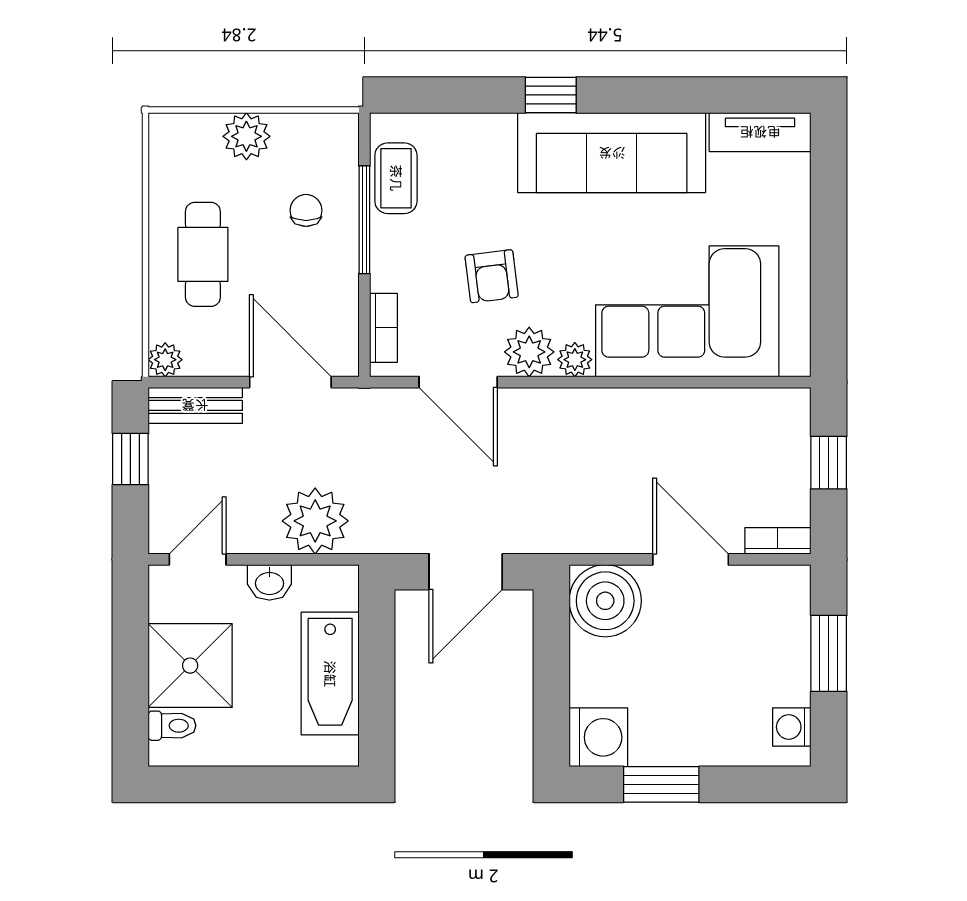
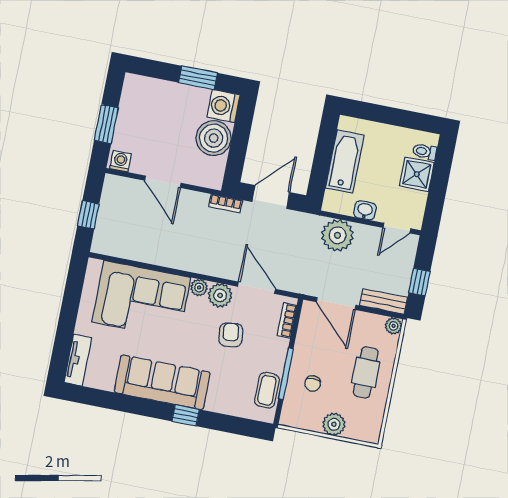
tv unit: (760, 132) -> (78, 360), moved, turned 90
bookcase: (778, 541) -> (226, 203), moved
boiler: (605, 601) -> (214, 138), moved
shower: (190, 666) -> (417, 174), width x0.73, depth x0.73
washing machine: (792, 727) -> (120, 161), moved, turned -90

